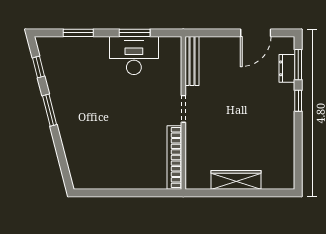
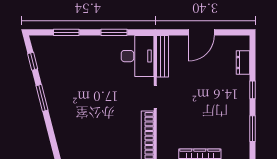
door: (256, 33) -> (201, 32), moved
desk: (134, 56) -> (138, 56), moved, turned 90
window: (298, 65) -> (252, 129), moved

